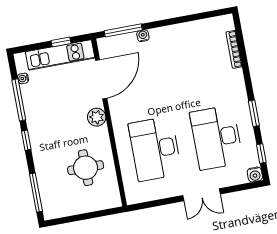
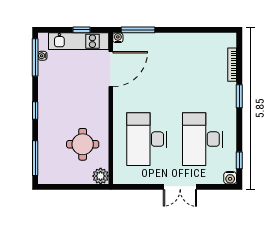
water cooler: (143, 36) -> (118, 38), moved
window: (19, 100) -> (35, 57), moved
window: (254, 113) -> (239, 96), moved
plant: (97, 117) -> (101, 176), moved

